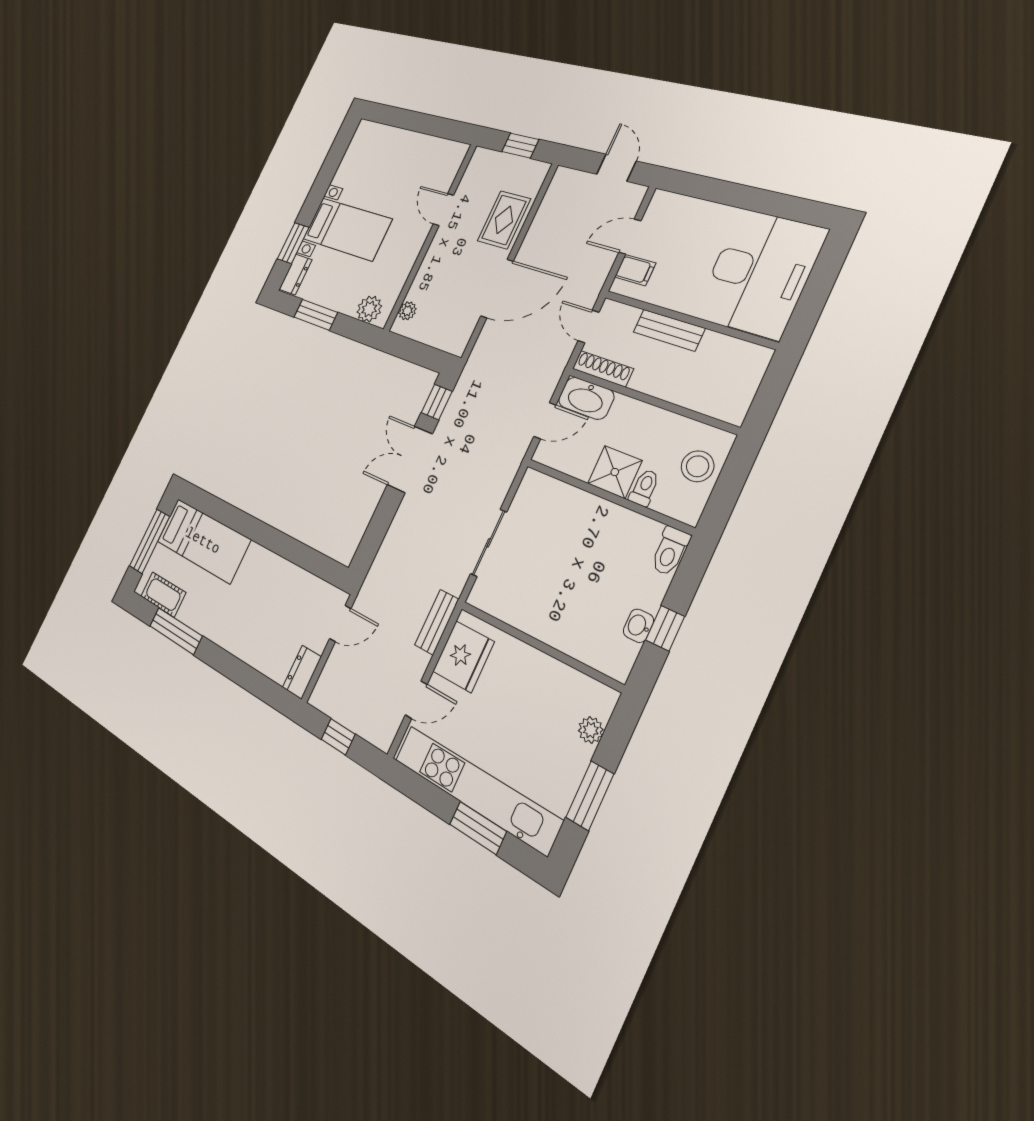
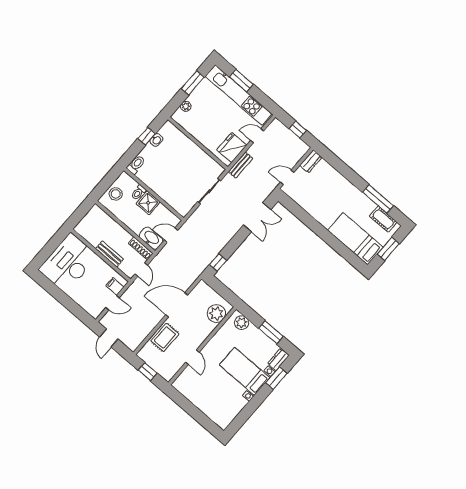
plant: (407, 311) -> (216, 314), width x1.88, depth x1.88
double door: (410, 459) -> (257, 217), moved
window: (150, 541) -> (388, 249), width x0.69

